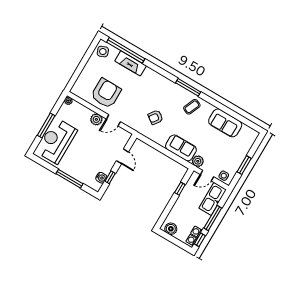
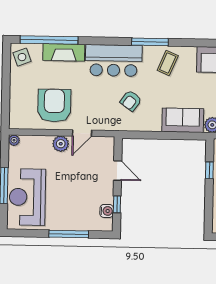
bar counter: (159, 86) -> (114, 60), added

